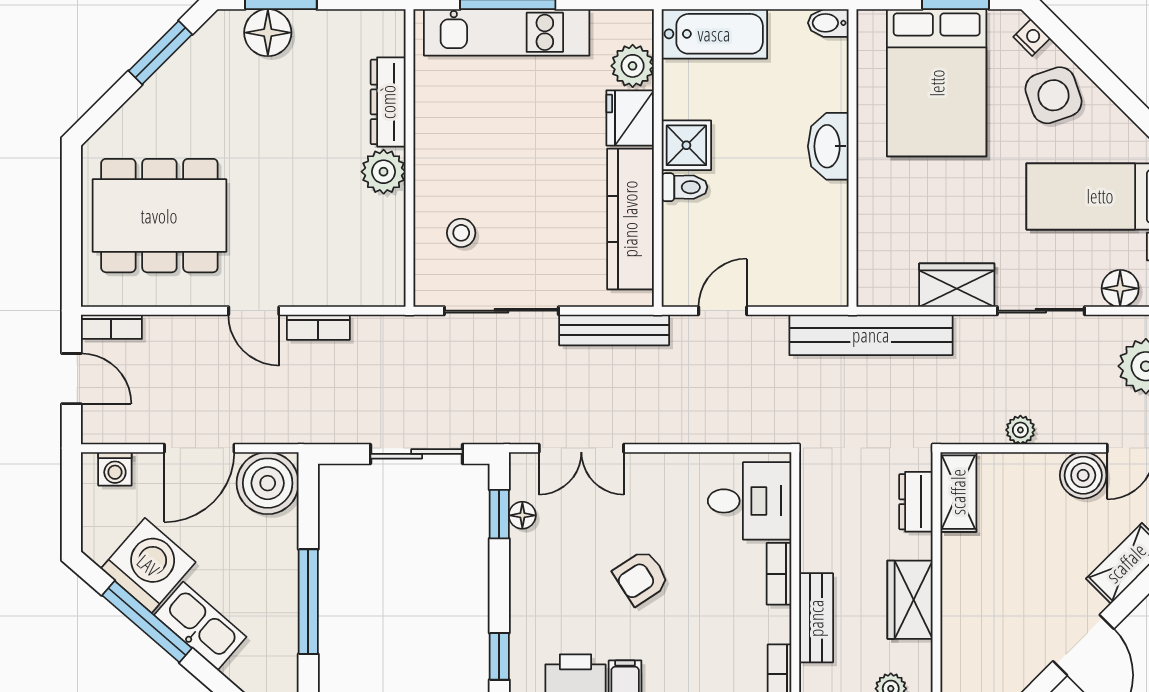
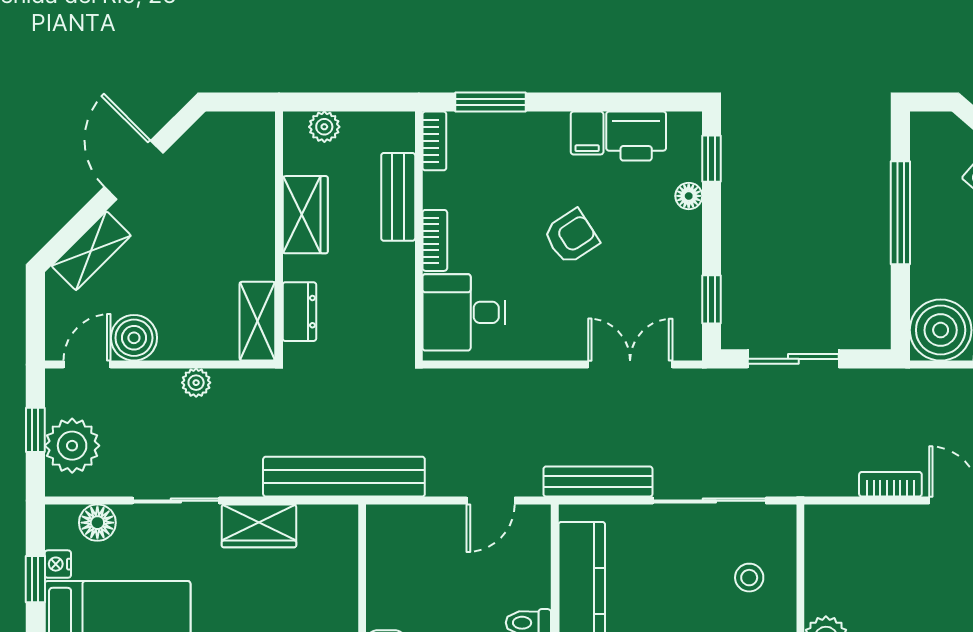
floor lamp: (522, 515) -> (689, 196), moved

